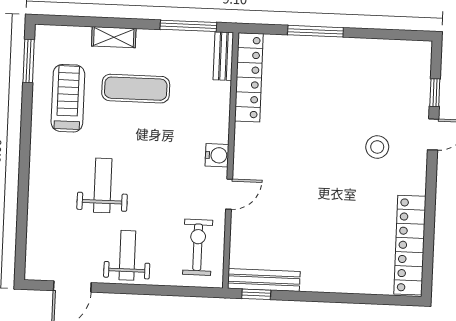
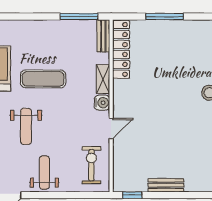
shelving: (114, 37) -> (103, 79), moved, turned 90
exercise mat: (136, 89) -> (43, 79), moved
weight bench: (103, 185) -> (26, 126), turned 180
bench: (264, 280) -> (166, 185), moved, width x0.73

